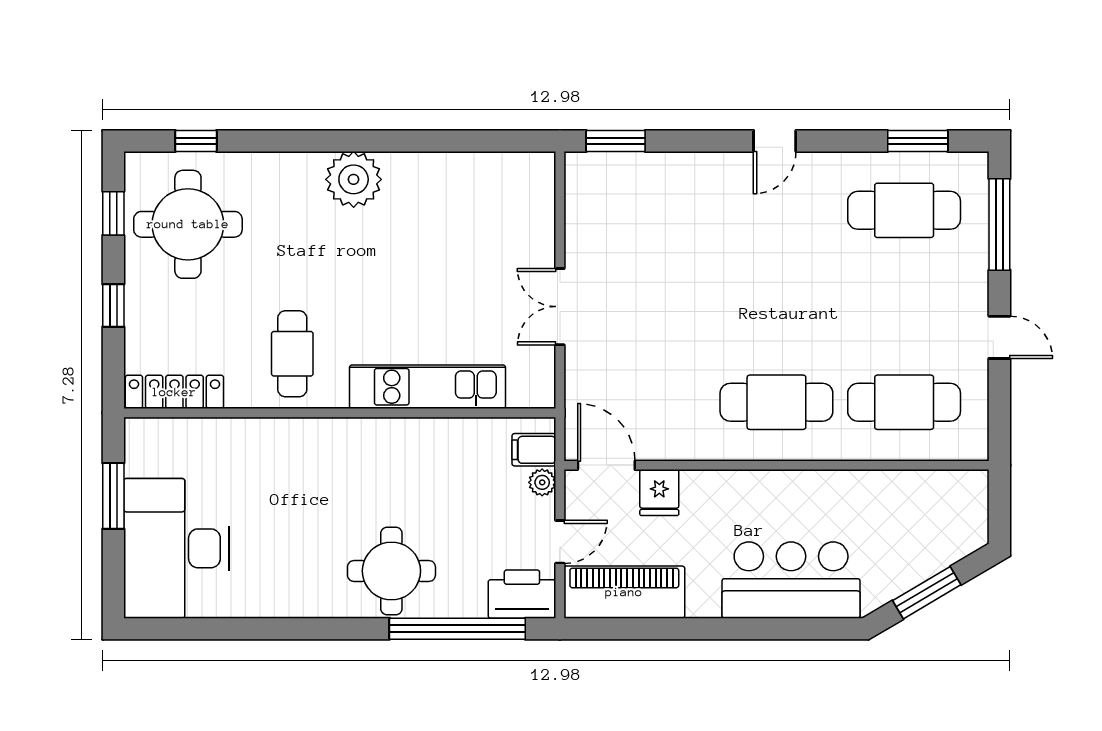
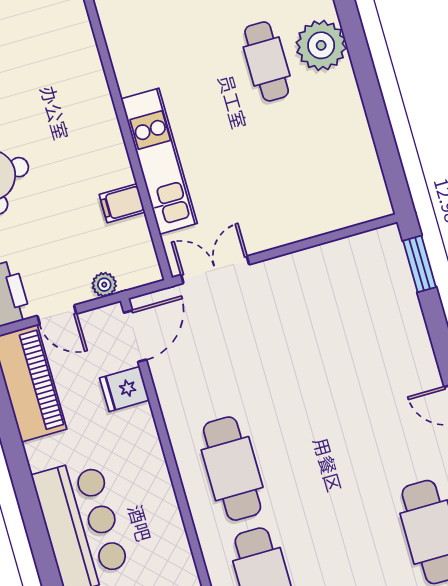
double door: (560, 307) -> (215, 270), moved
cafe table: (292, 354) -> (267, 61), moved, turned 90
filing cabinet: (534, 450) -> (122, 203), moved, turned -90

